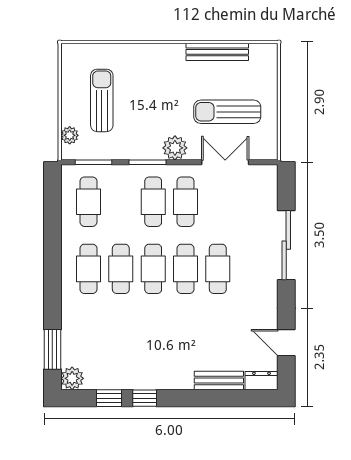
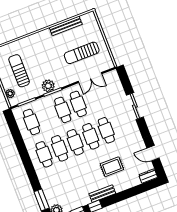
plant: (175, 148) -> (48, 86), moved
double door: (225, 162) -> (90, 78), swing flipped
sliding door: (286, 245) -> (135, 106), width x0.73
rug: (202, 338) -> (112, 167), added
bench: (219, 380) -> (102, 194), moved

